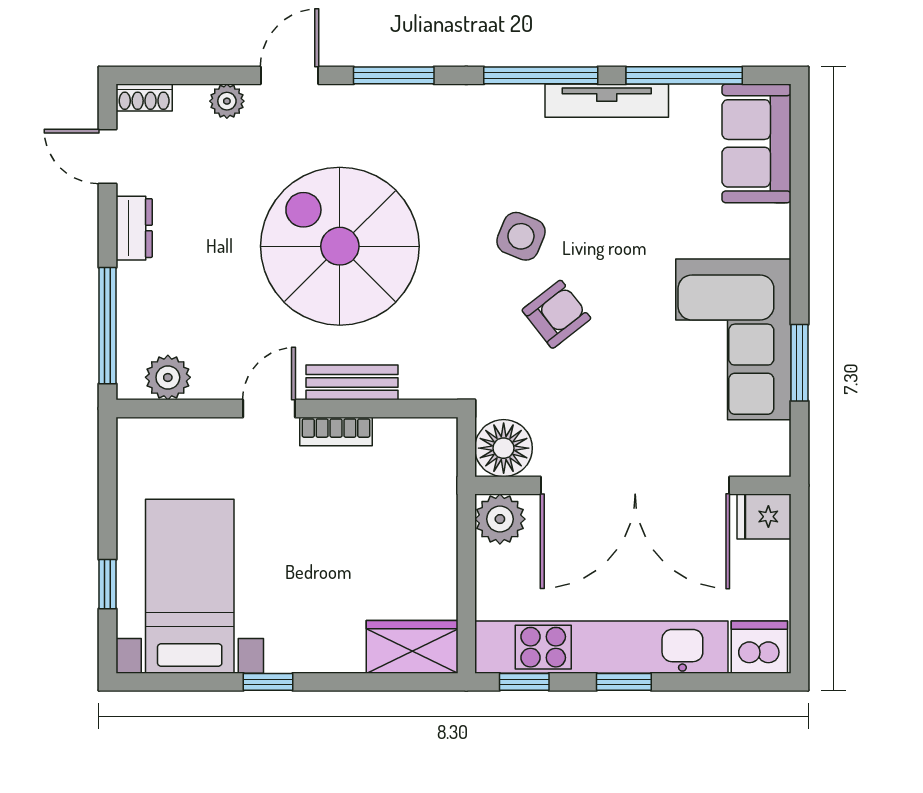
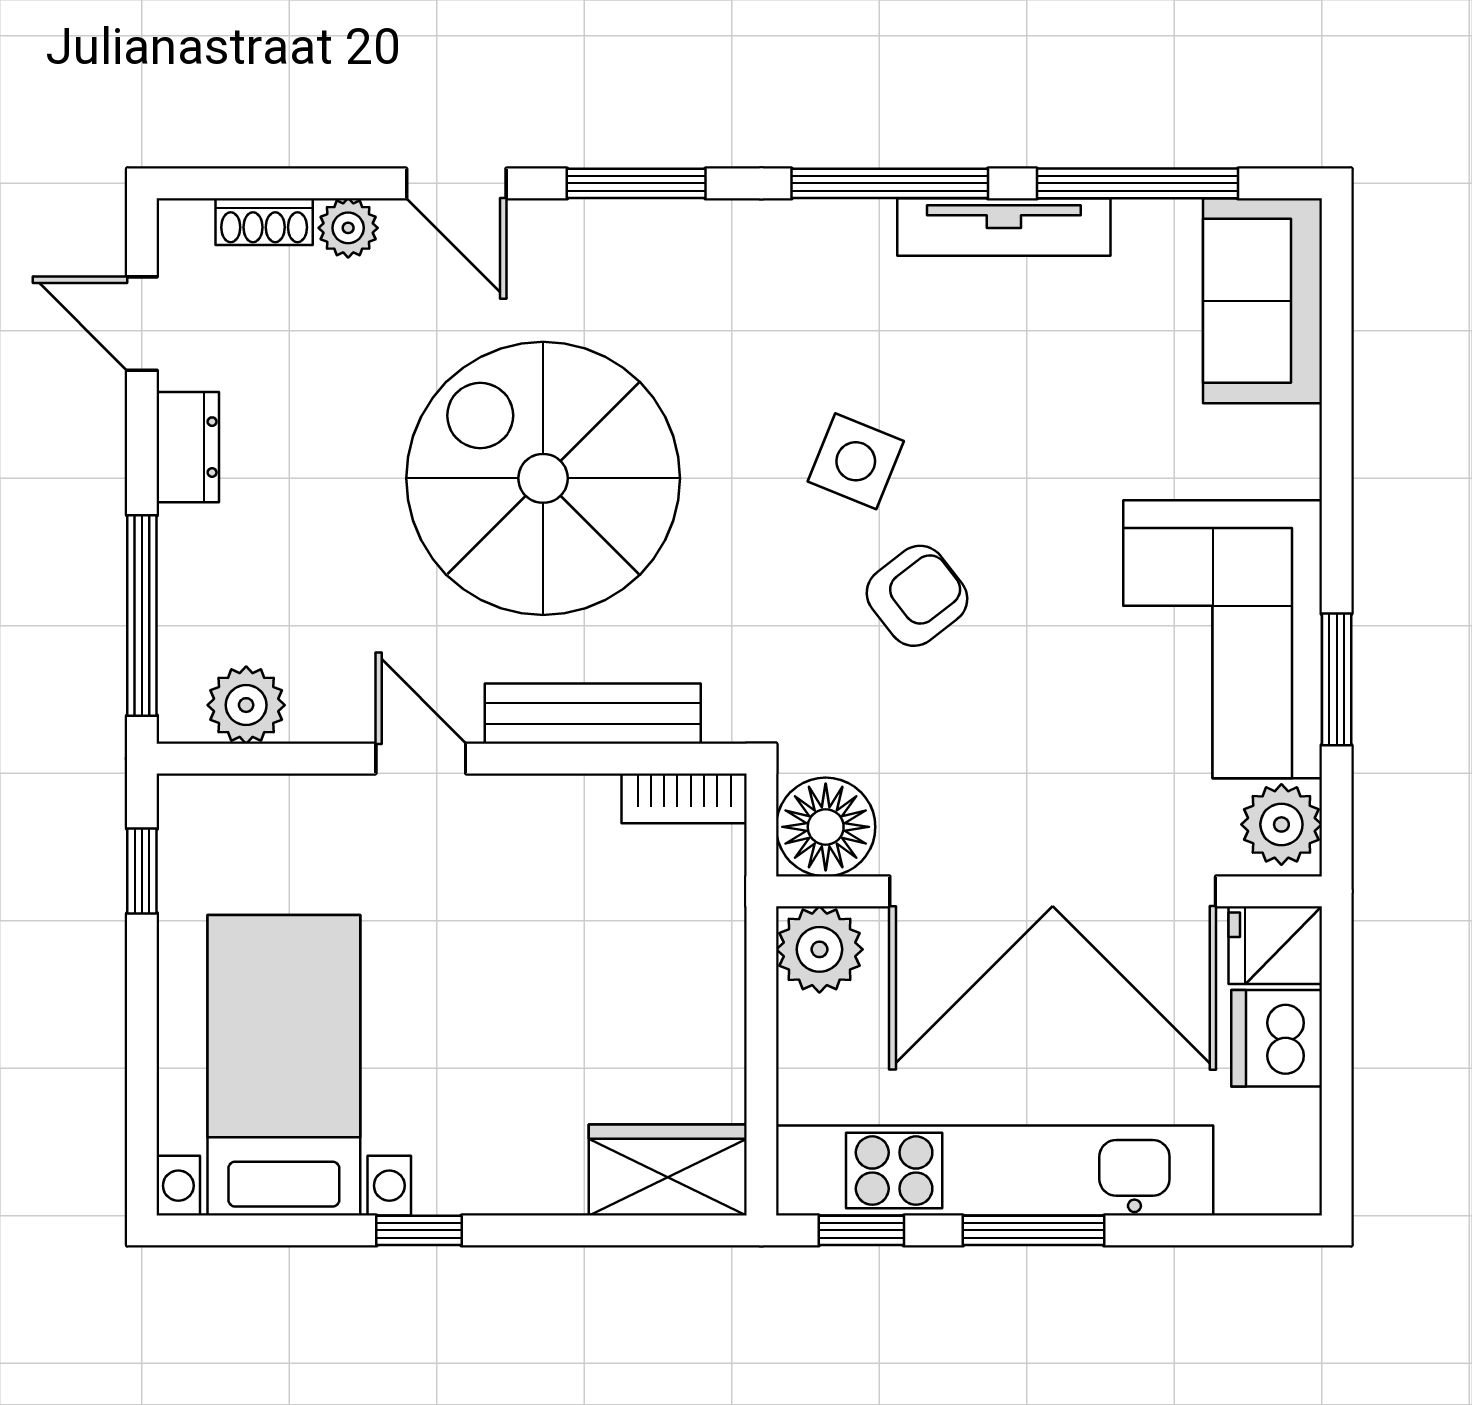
door: (290, 75) -> (456, 183), swing flipped
shoe rack: (144, 97) -> (264, 222), moved
bench: (352, 382) -> (593, 714), width x1.36
door: (269, 408) -> (421, 759), hinge flipped
bookcase: (336, 432) -> (684, 798), moved
plant: (768, 447) -> (1281, 824), added
window: (108, 584) -> (142, 871), moved
dishwasher: (759, 647) -> (1277, 1038), moved, turned -90
window: (624, 682) -> (1034, 1230), width x1.50

